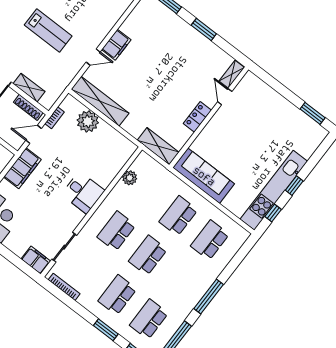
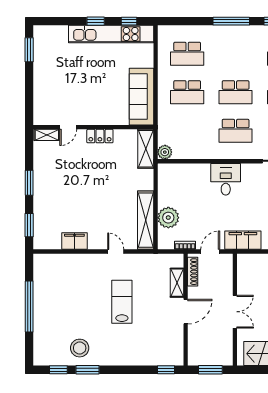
filing cabinet: (116, 45) -> (74, 241), moved
door: (34, 134) -> (210, 252), swing flipped
plant: (130, 178) -> (165, 152), moved

